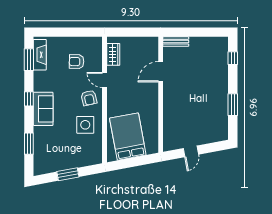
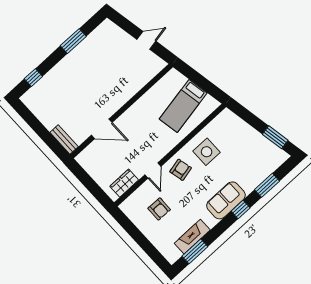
fireplace: (40, 55) -> (192, 237), moved
window: (29, 99) -> (241, 209), moved
bed: (128, 137) -> (183, 106), width x0.67
window: (68, 174) -> (275, 137), moved

